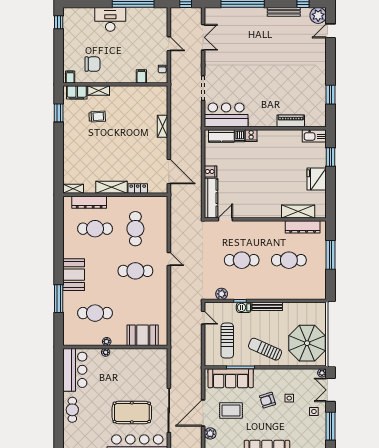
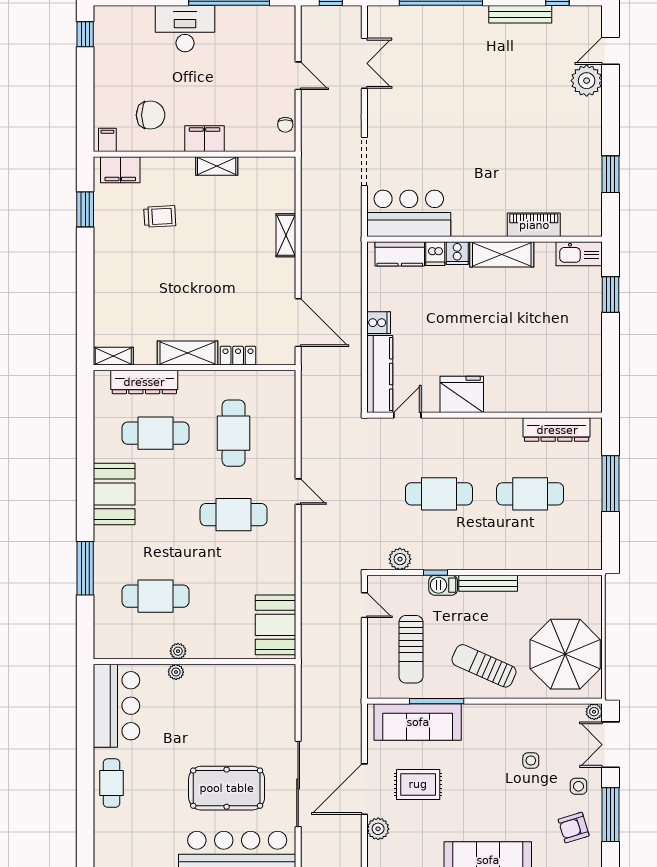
plant: (318, 15) -> (587, 81), moved
filing cabinet: (141, 76) -> (204, 139), moved, width x2.00
shelving: (99, 90) -> (217, 166), moved
fridge: (317, 179) -> (462, 394), moved, turned 90
shelving: (298, 212) -> (502, 254), moved
booth: (74, 275) -> (114, 494), moved
booth: (143, 335) -> (276, 625), moved, turned 90
armchair: (268, 400) -> (574, 828), moved

